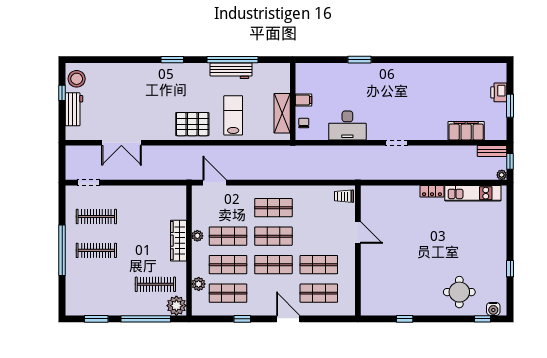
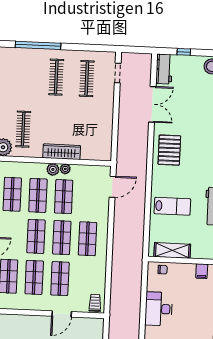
window: (62, 93) -> (184, 52), moved
filing cabinet: (304, 100) -> (202, 271), moved
workbench: (74, 109) -> (164, 69), moved, turned -90
pallet: (192, 124) -> (169, 150), moved
double door: (121, 143) -> (152, 104), swing flipped
shop shelf: (319, 236) -> (60, 279), added
window: (62, 250) -> (38, 45), moved
plant: (199, 284) -> (53, 169), moved

